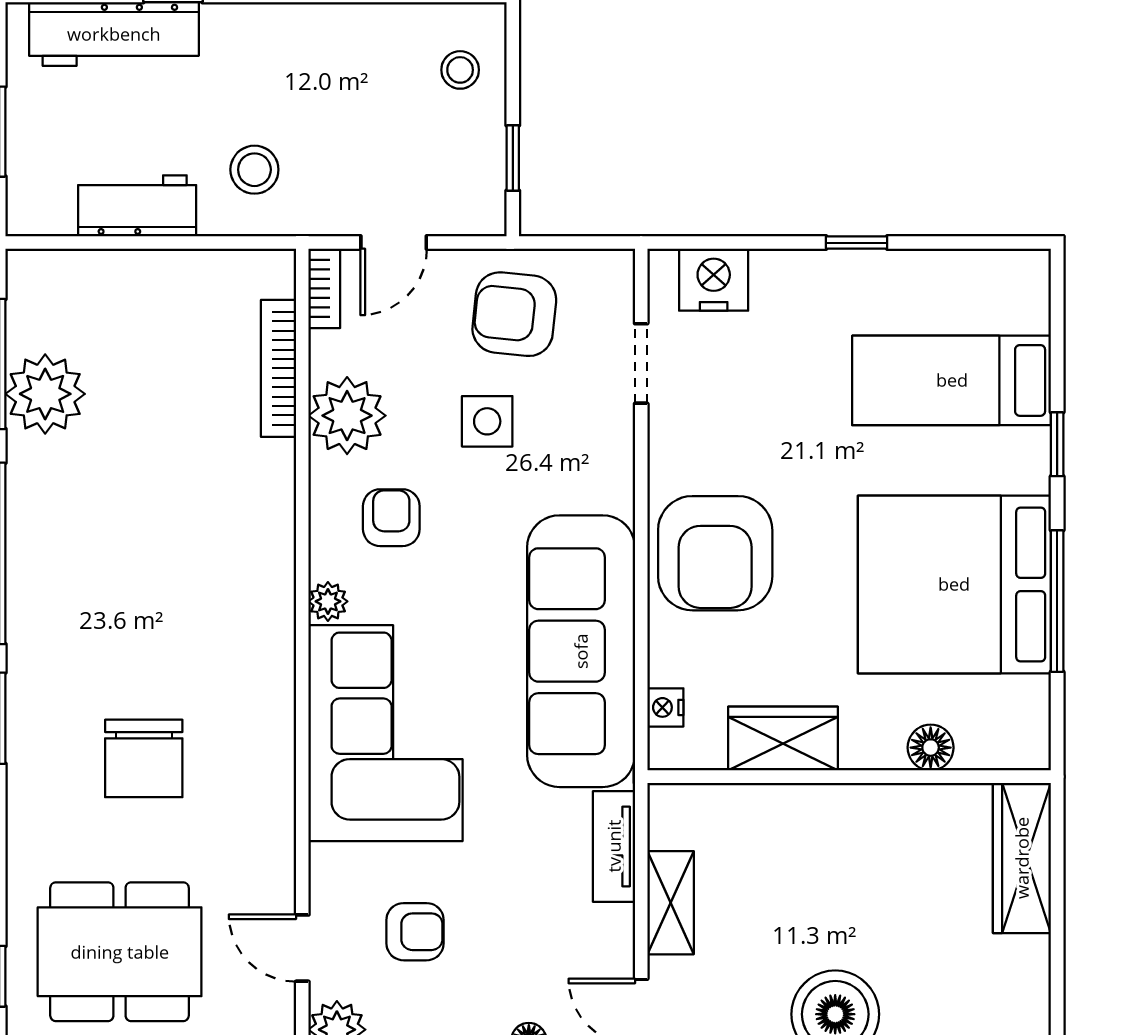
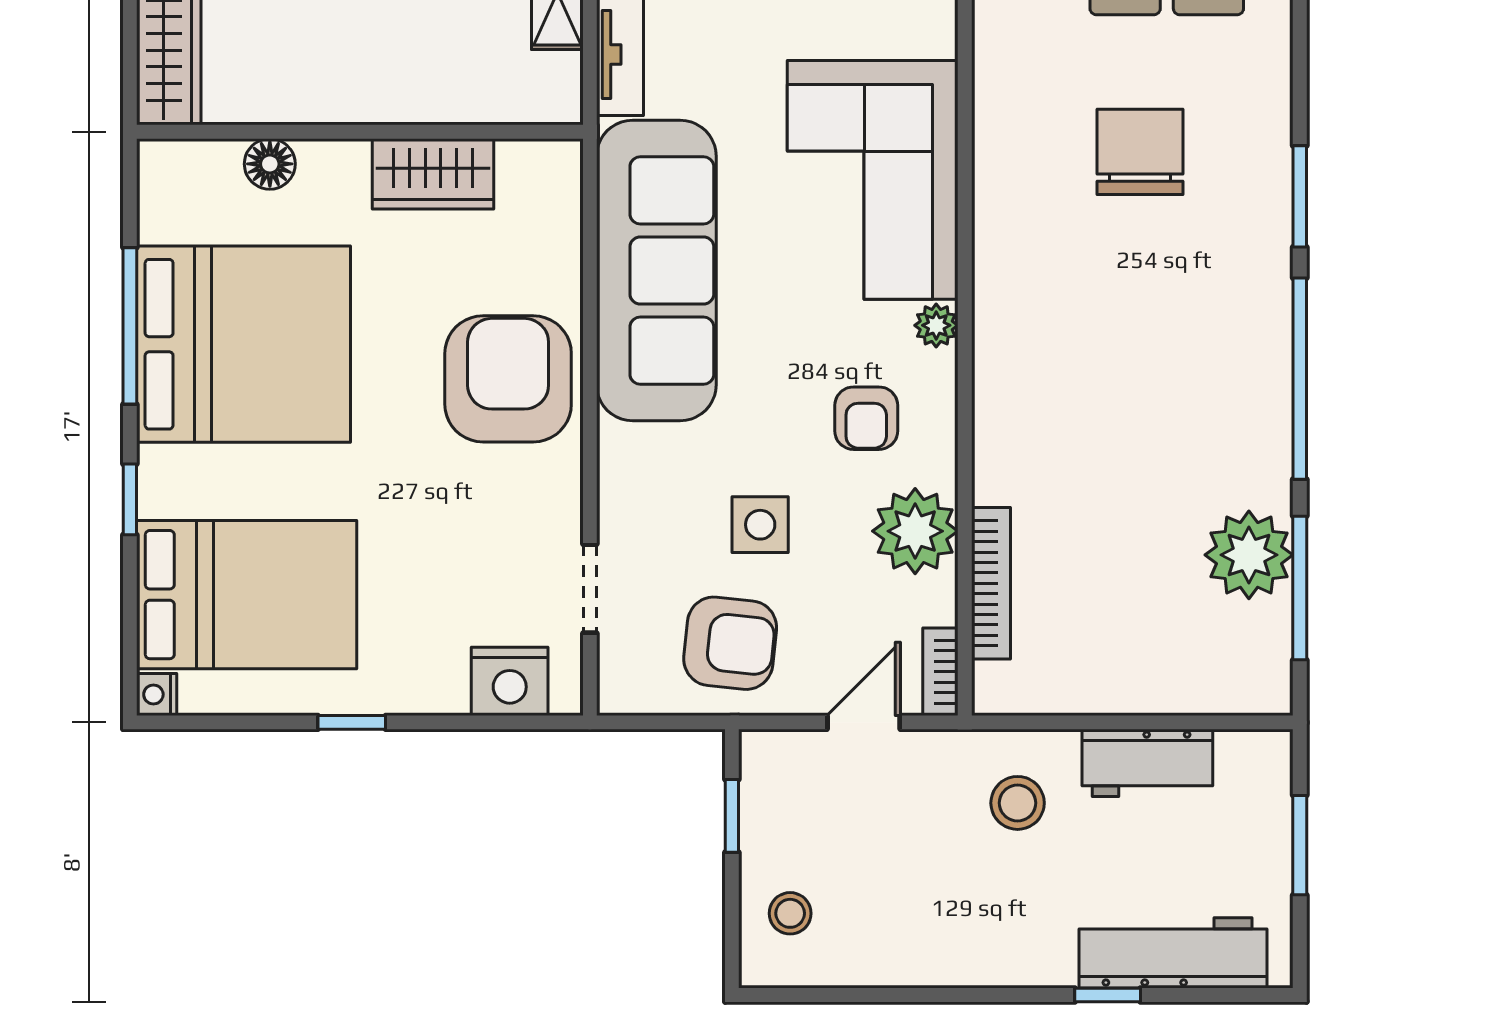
bed: (952, 380) -> (247, 595), width x1.50
nightstand: (665, 707) -> (157, 694), moved, turned 180

